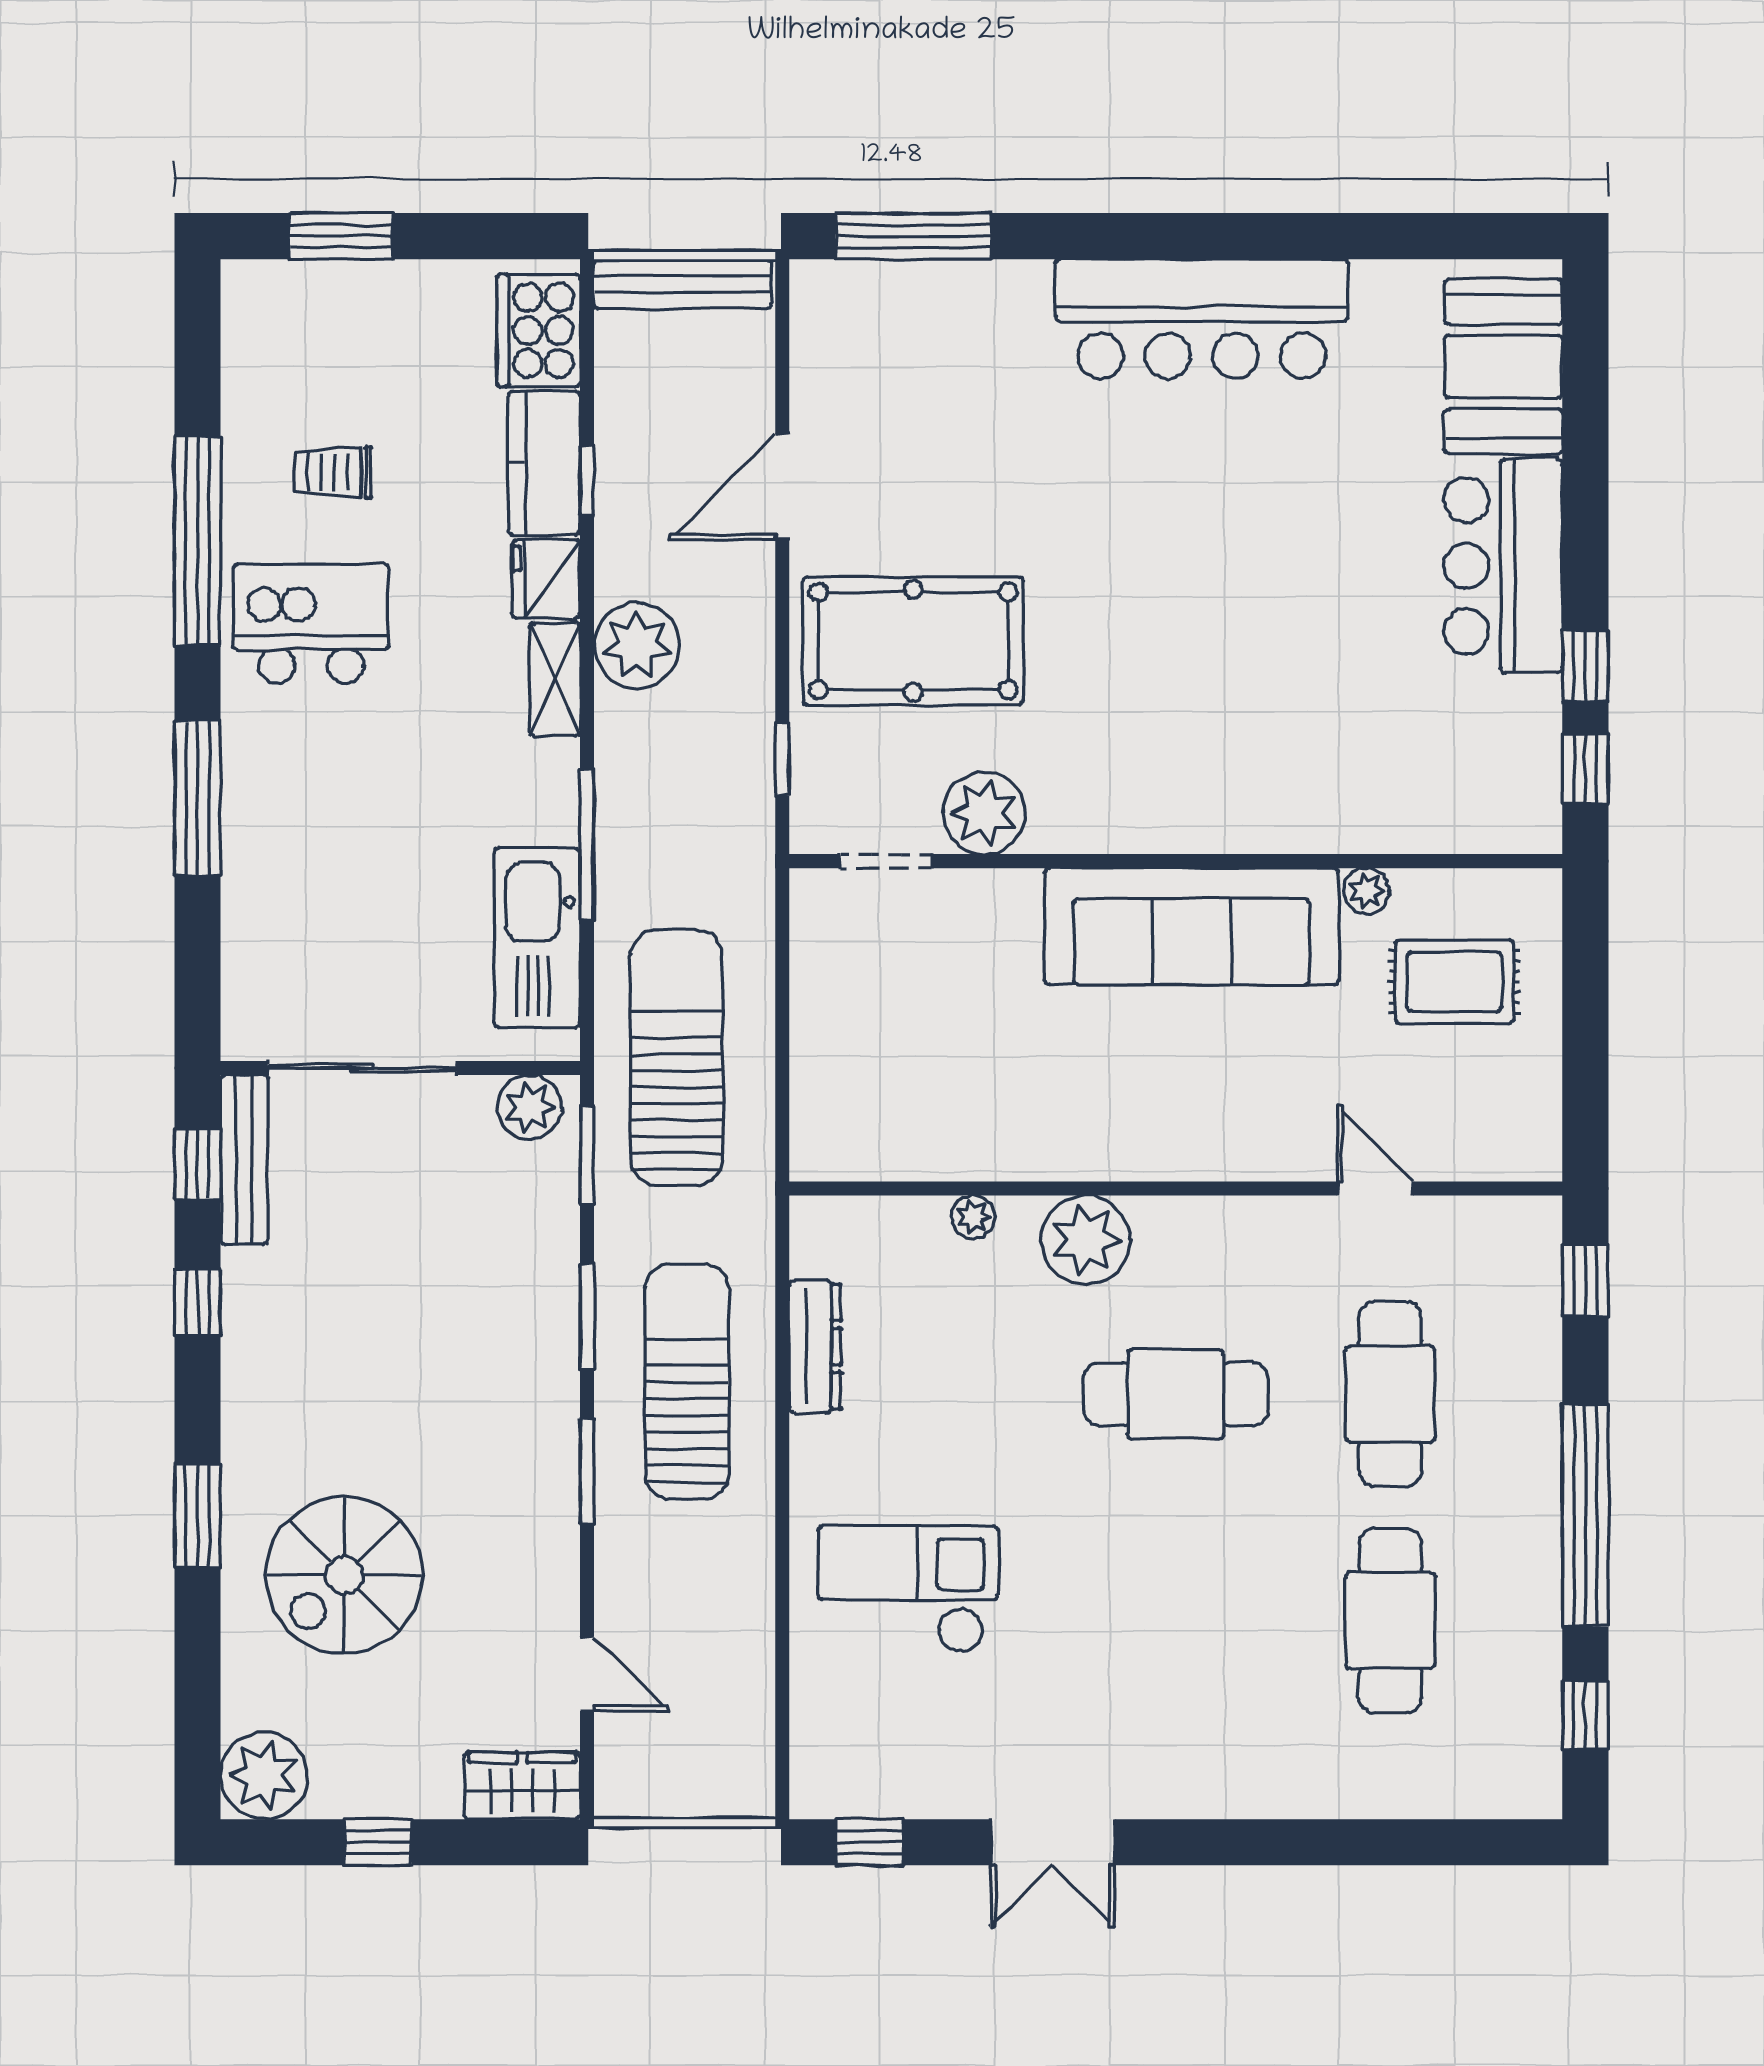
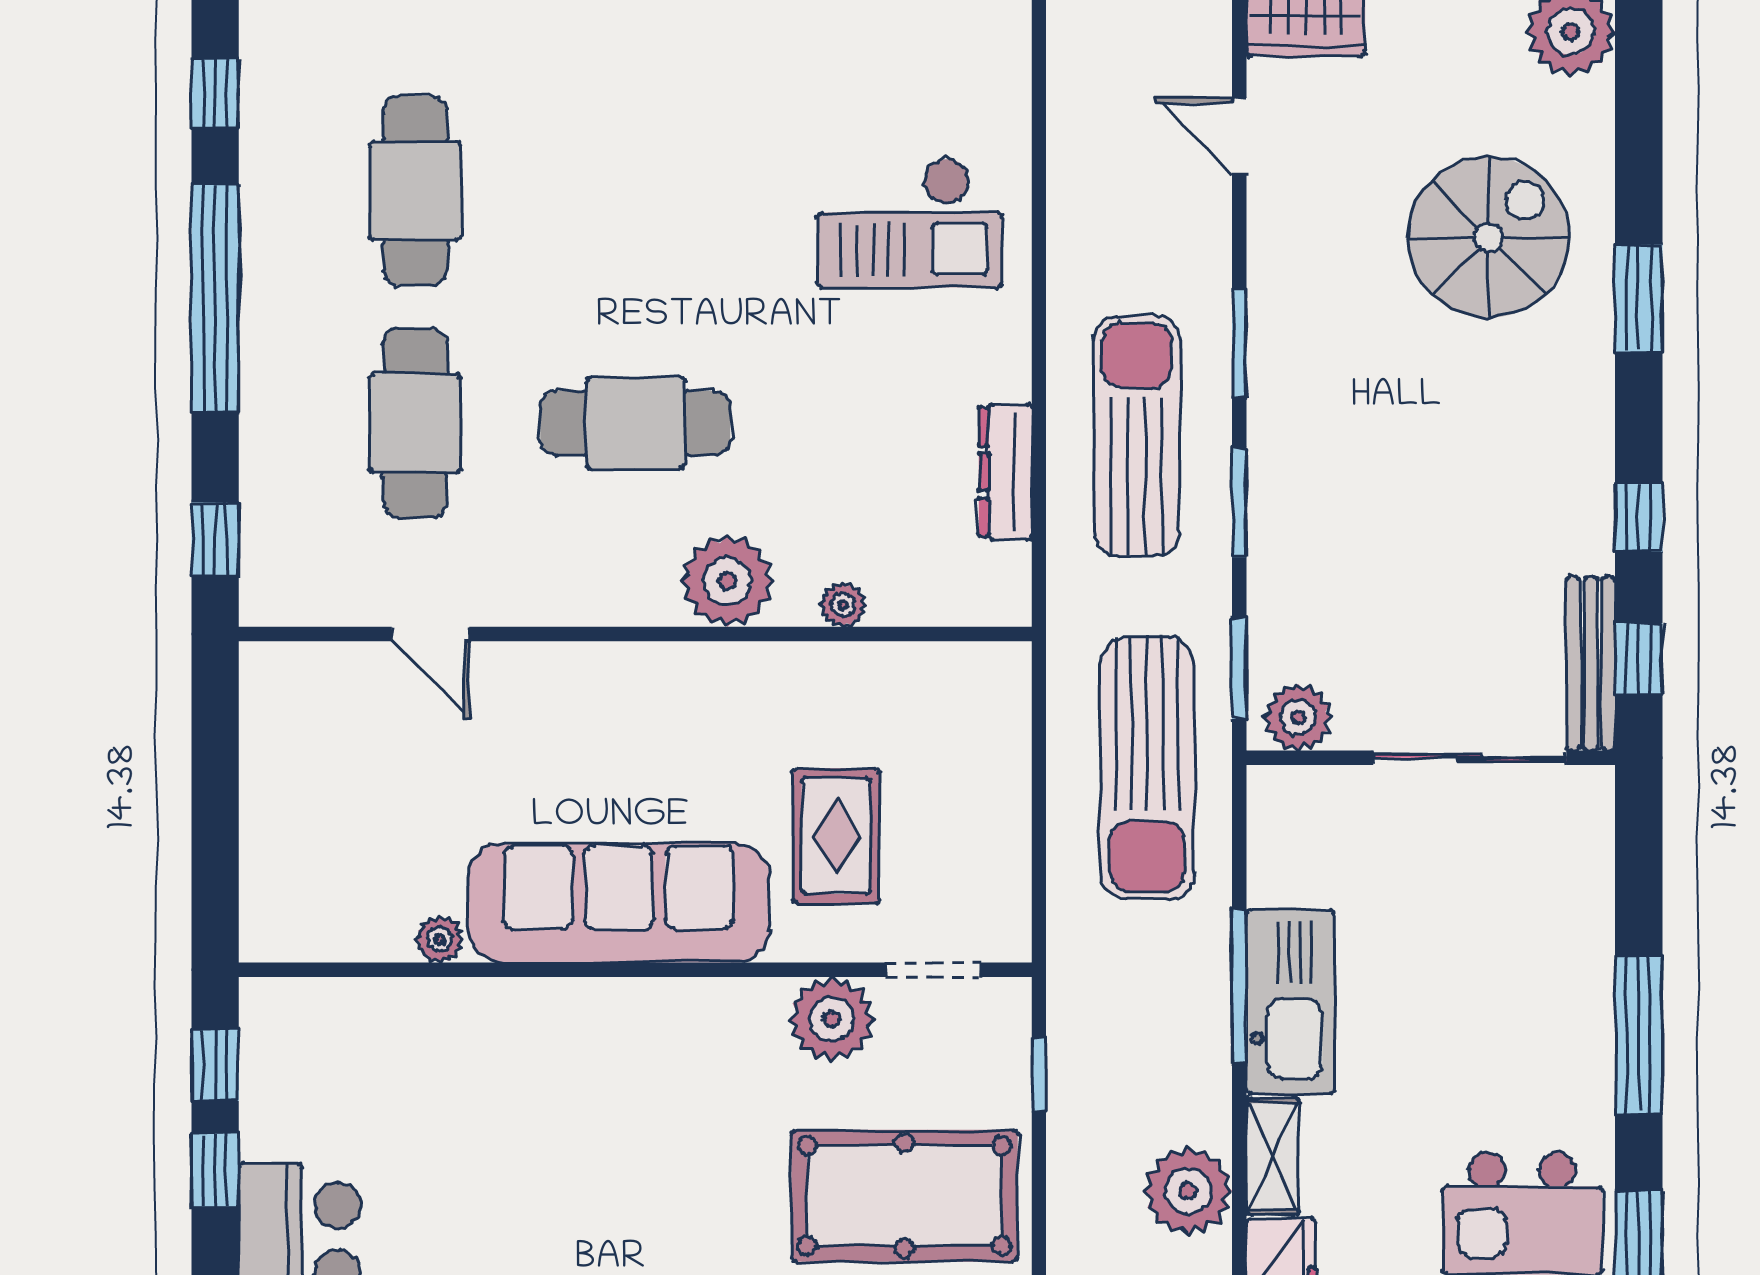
kitchen sink: (537, 938) -> (1290, 1002), moved
rug: (1454, 982) -> (836, 836), moved, turned 90
sun lounger: (687, 1382) -> (1137, 436), turned 180

